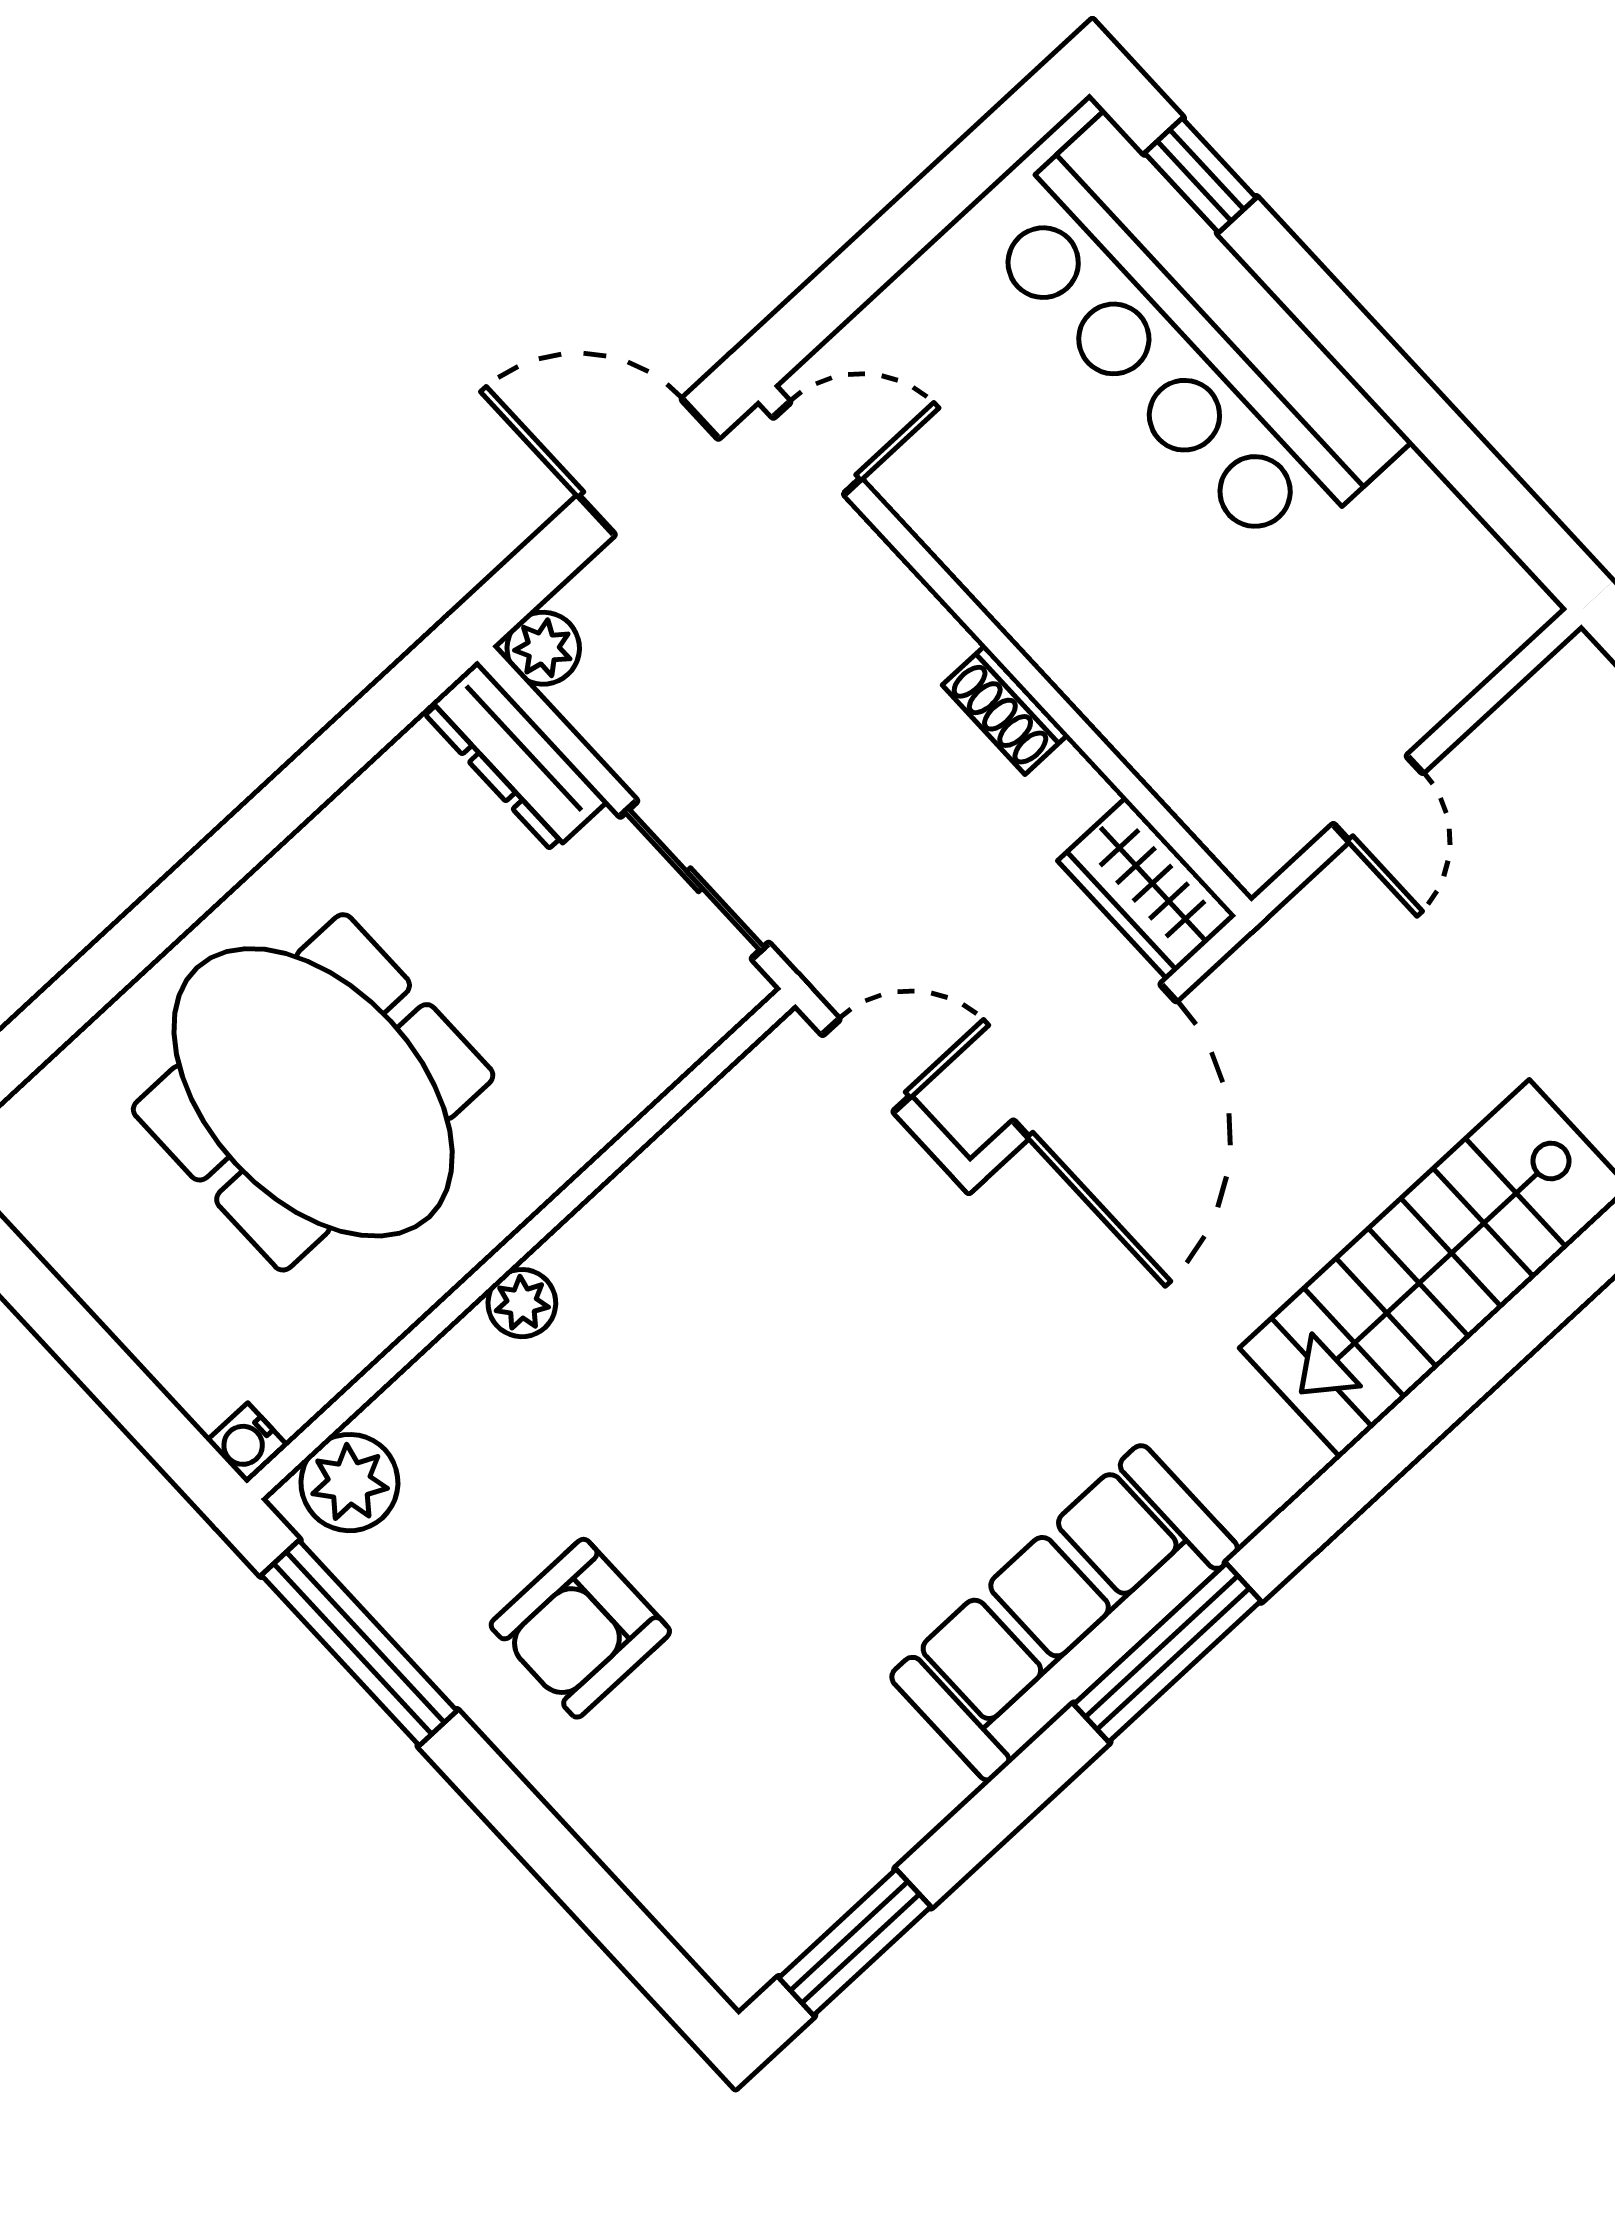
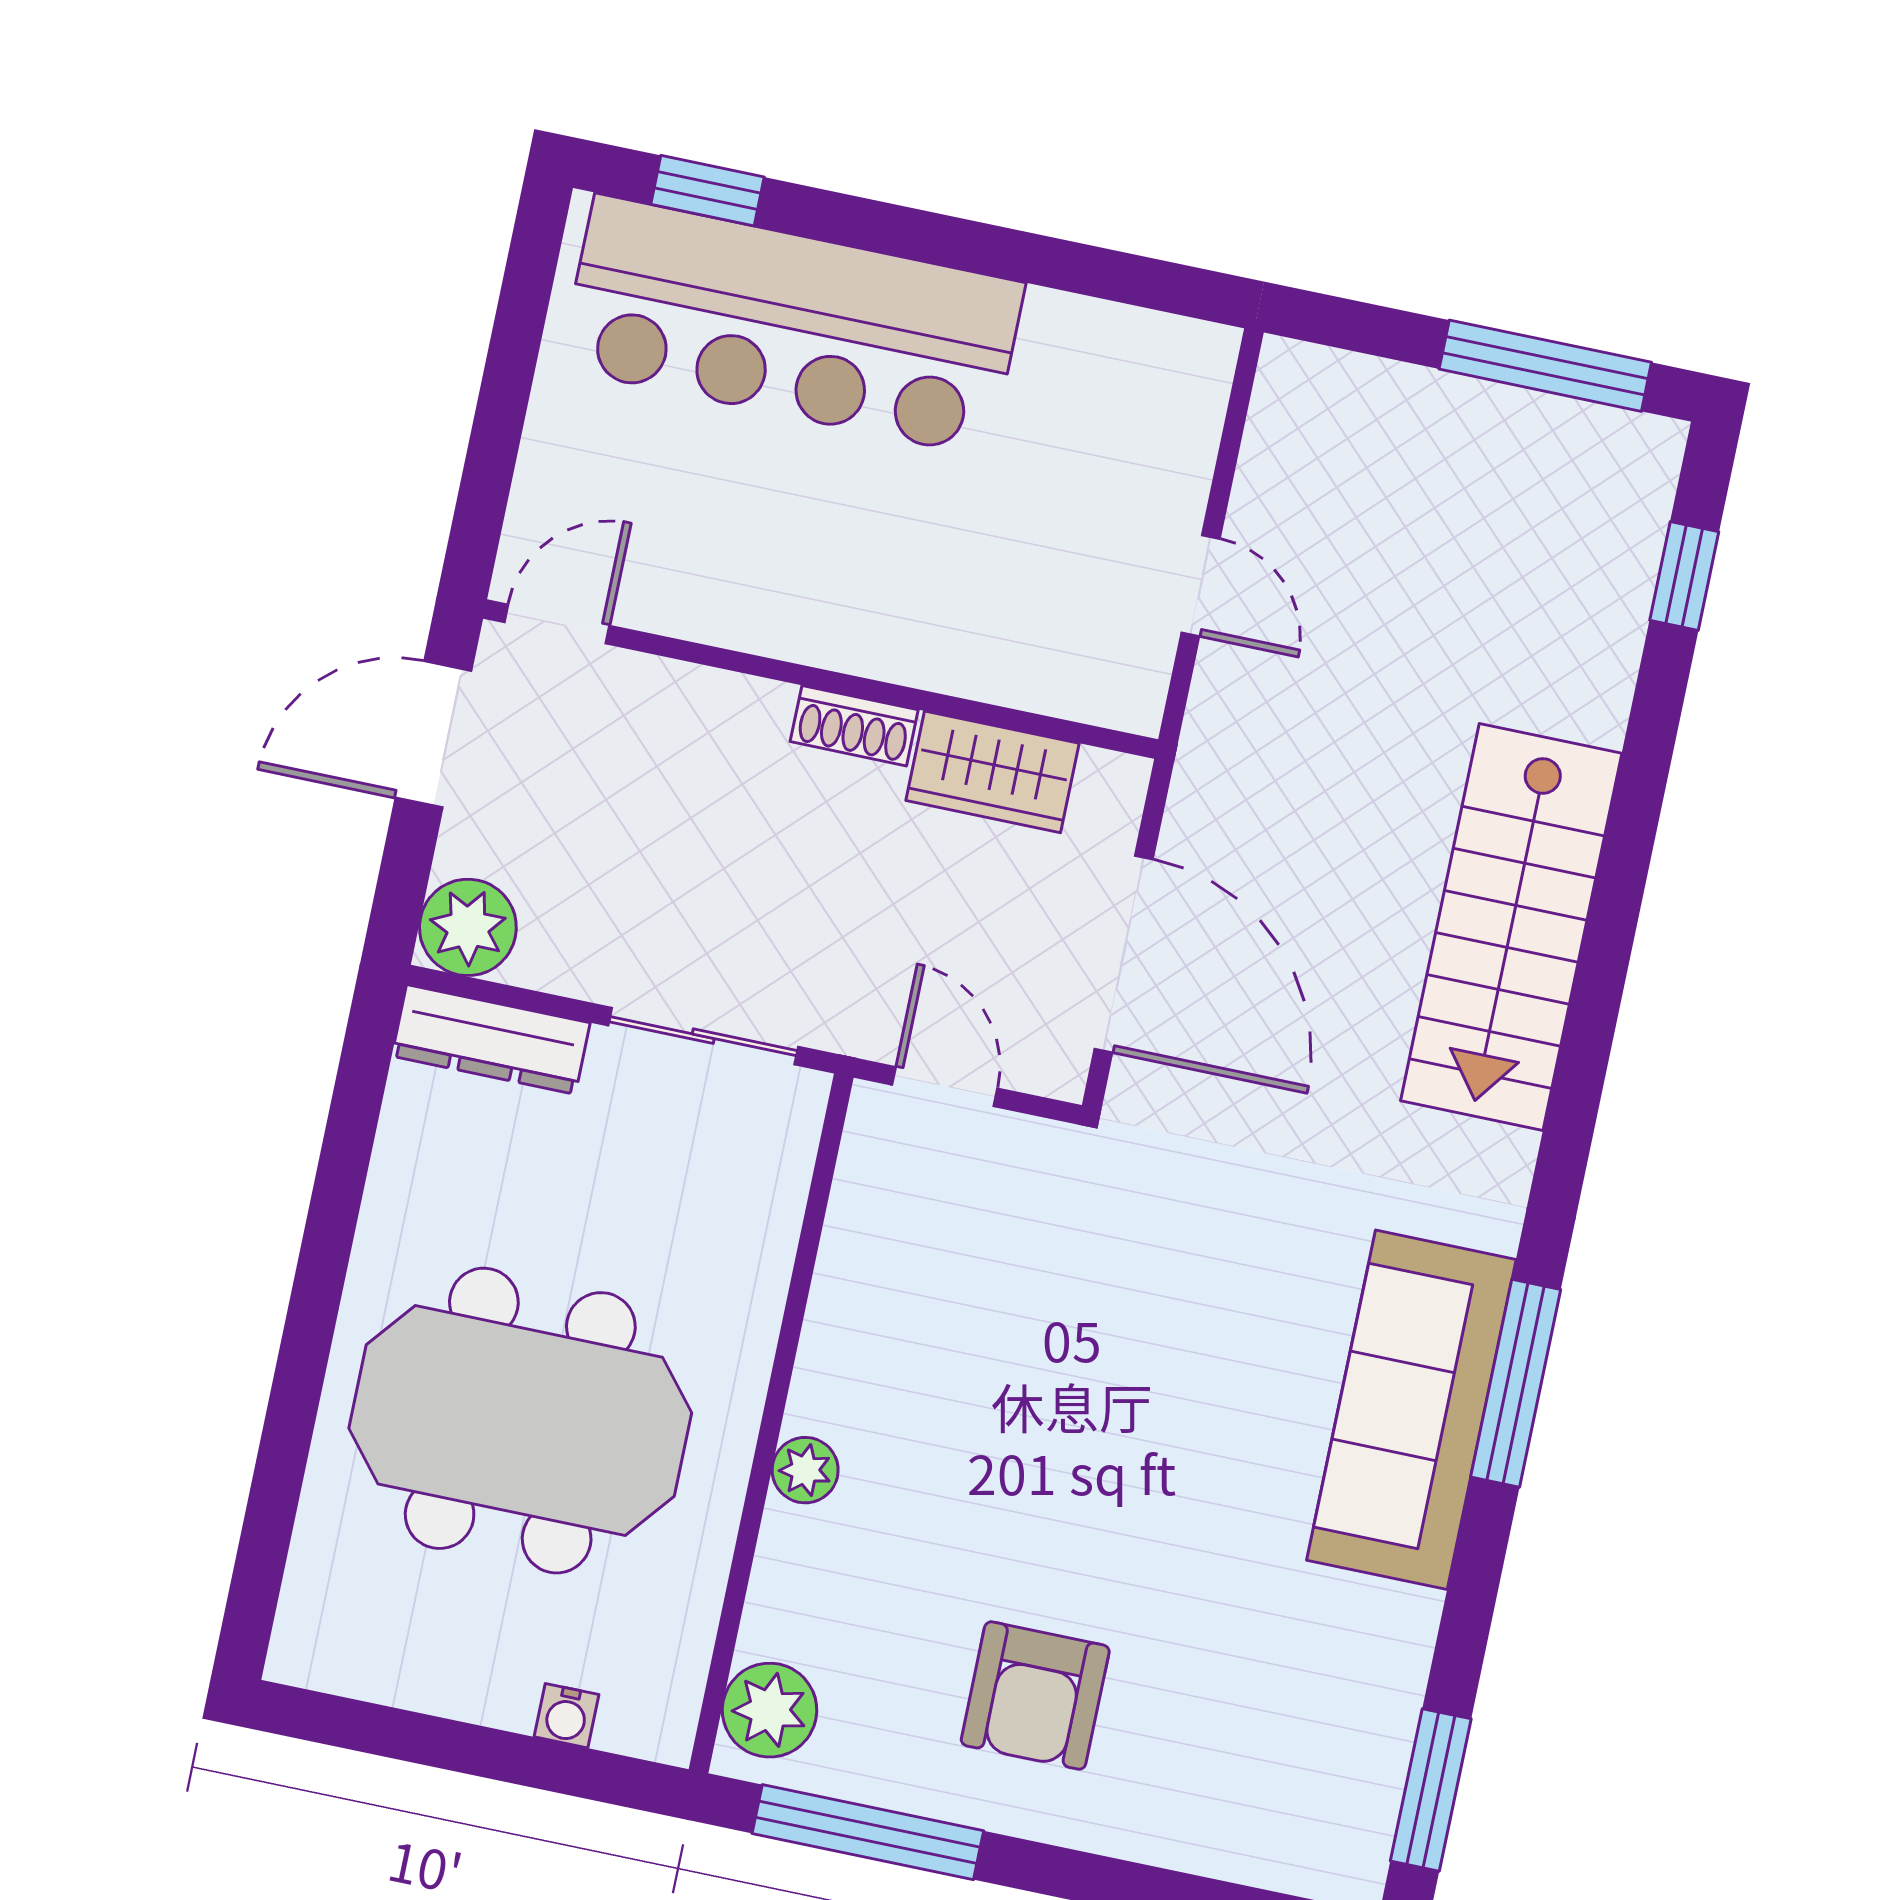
plant: (543, 648) -> (468, 927), width x1.38, depth x1.38
wardrobe: (1147, 888) -> (992, 772), moved
door: (866, 1065) -> (945, 1087), hinge flipped
water cooler: (246, 1442) -> (566, 1716), moved

